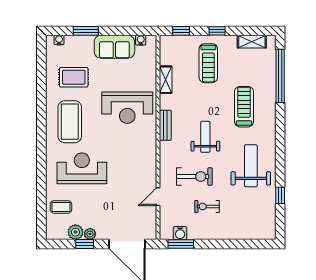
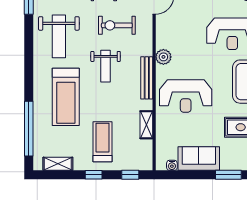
treadmill: (244, 107) -> (66, 97), width x1.37, depth x1.38
reception desk: (127, 108) -> (186, 96), turned 180
bench: (165, 125) -> (147, 78), width x1.36
plant: (149, 146) -> (163, 57), added

